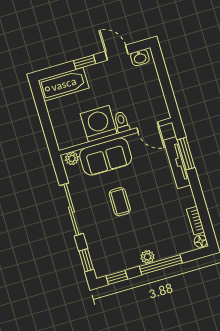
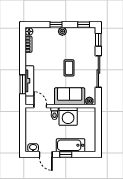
bathtub: (64, 84) -> (71, 145), moved
window: (161, 265) -> (56, 25), width x0.46

